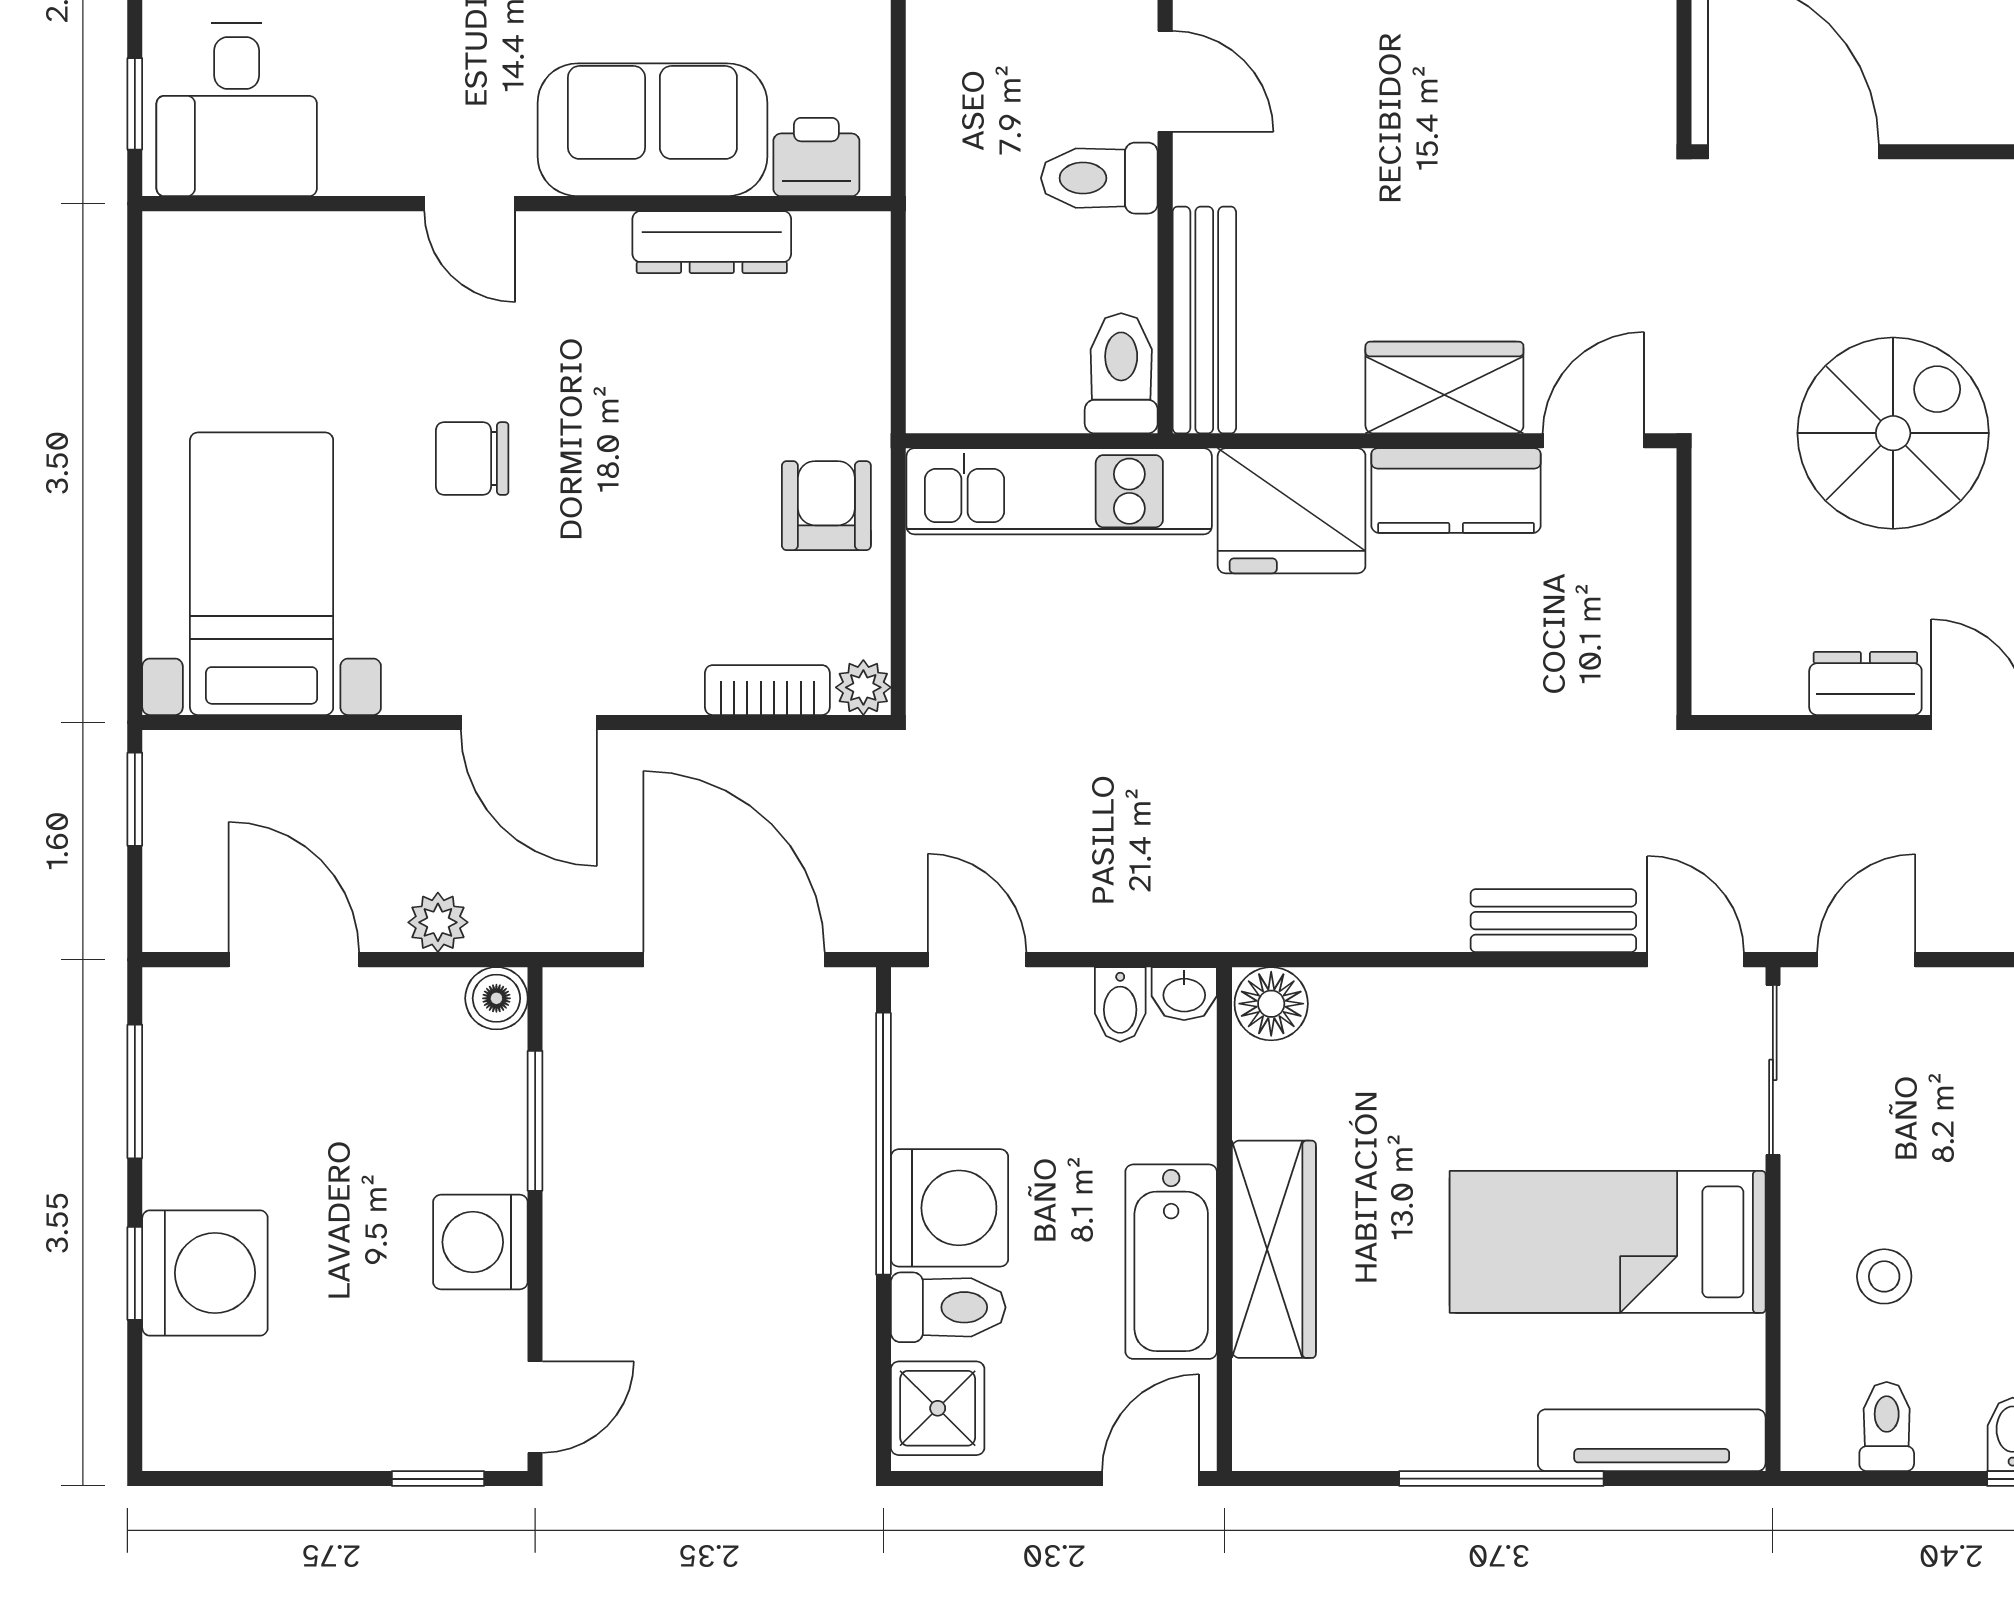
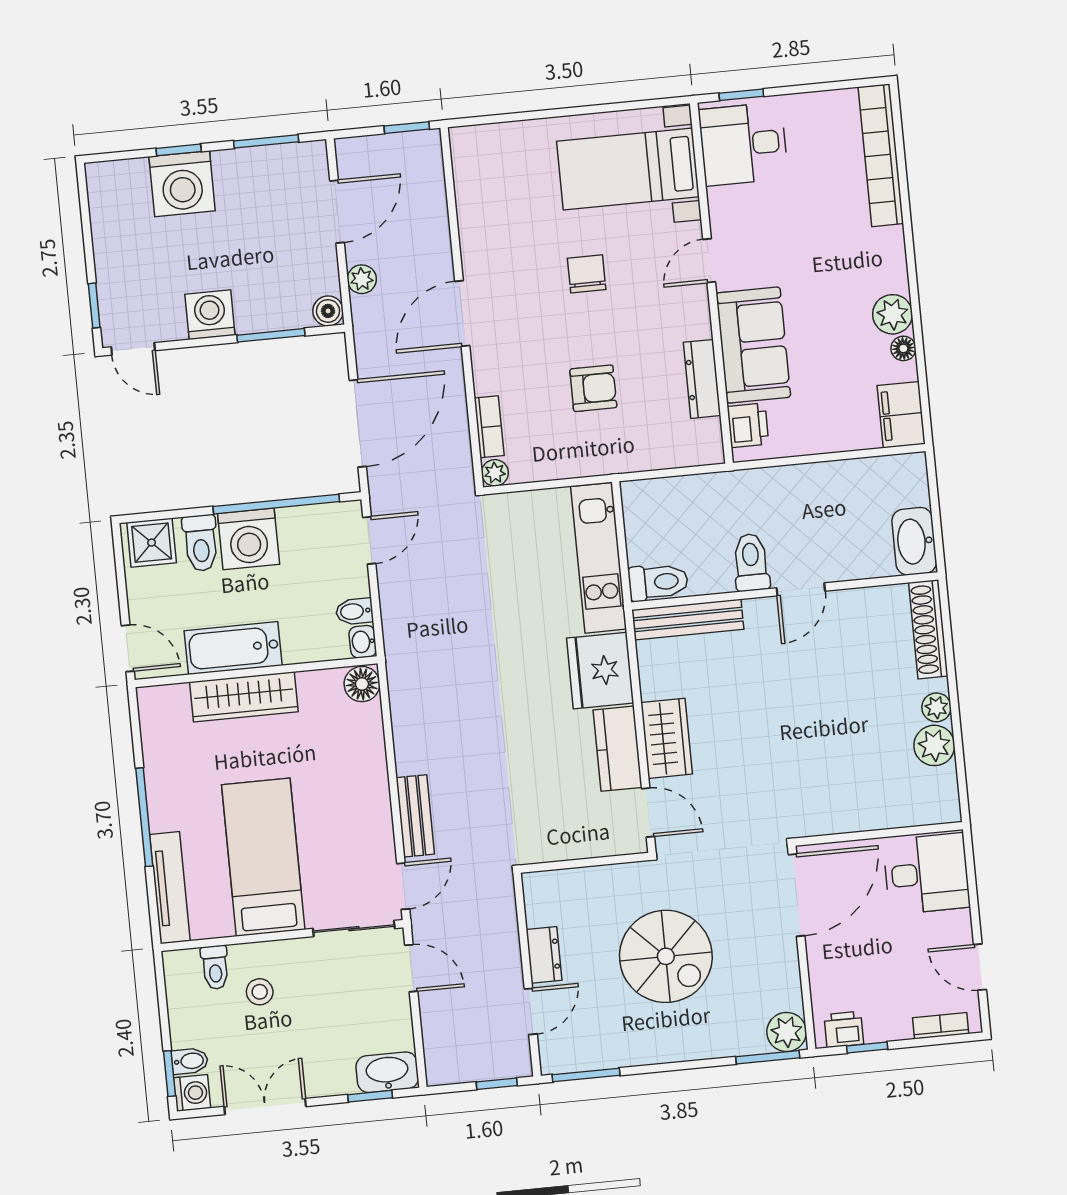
armchair: (826, 506) -> (593, 388), moved
bed with nightstands: (262, 574) -> (628, 169), moved, turned 180
toilet: (1887, 1427) -> (215, 967), moved, turned 90

